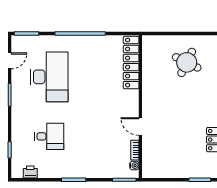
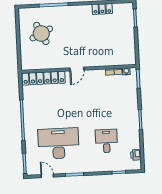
round table: (187, 62) -> (41, 33), turned 38
door: (140, 127) -> (77, 69), moved

